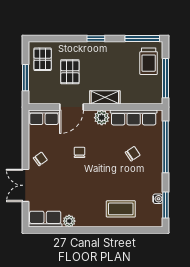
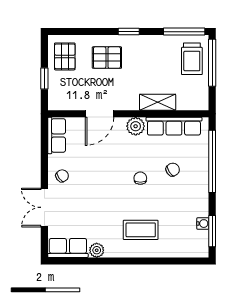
pallet: (70, 72) -> (107, 58), moved, turned 90
window: (25, 78) -> (44, 79), width x0.67
window: (166, 78) -> (212, 63), moved
shelving: (105, 97) -> (158, 102), moved
row of seats: (44, 117) -> (57, 135), moved, turned -90
chair: (79, 152) -> (140, 178), moved
coffee table: (121, 209) -> (141, 230), moved

